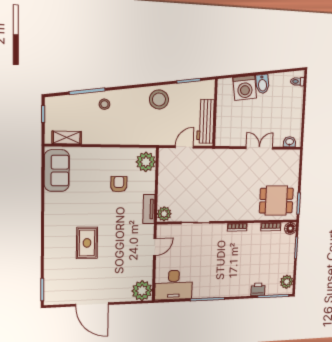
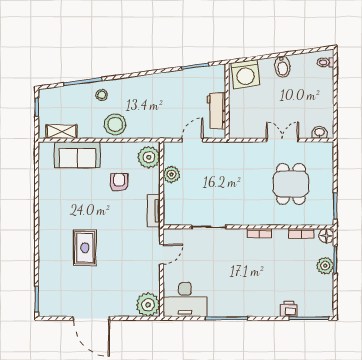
washing machine: (245, 88) -> (245, 74), moved
stool: (159, 99) -> (115, 124), moved
workbench: (205, 121) -> (216, 111), width x0.73
sofa: (57, 171) -> (77, 155), moved, turned 90
dining table: (276, 201) -> (291, 184), moved, turned 90
plant: (164, 214) -> (171, 174), moved
plant: (287, 282) -> (325, 266), moved

